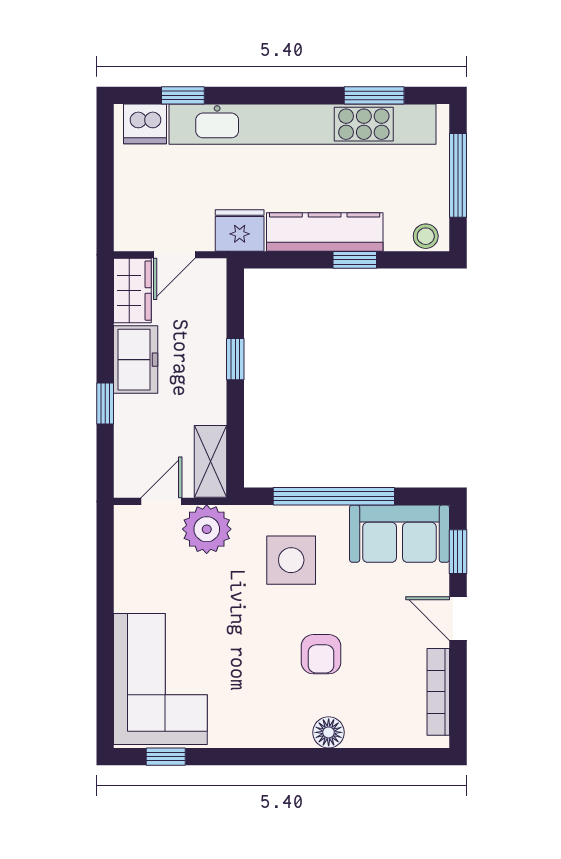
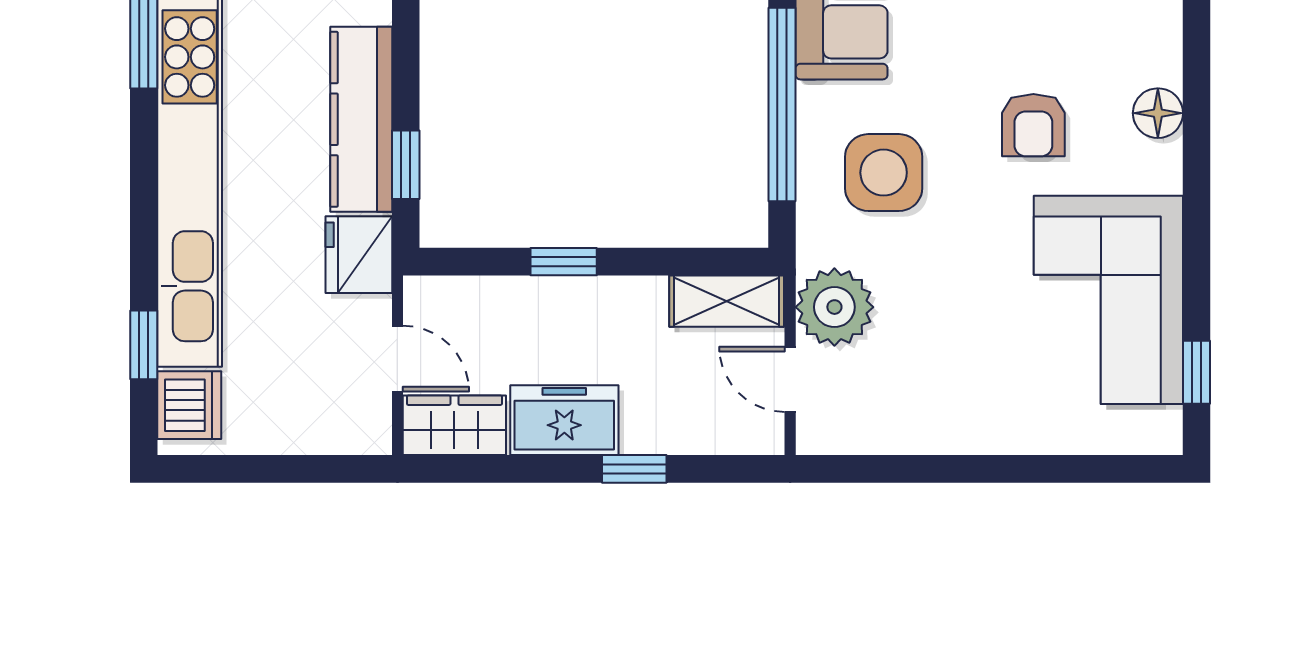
window: (355, 260) -> (406, 165), moved
armchair: (321, 654) -> (1033, 125), turned 90
corner sofa: (160, 679) -> (1108, 300), moved, turned -90

